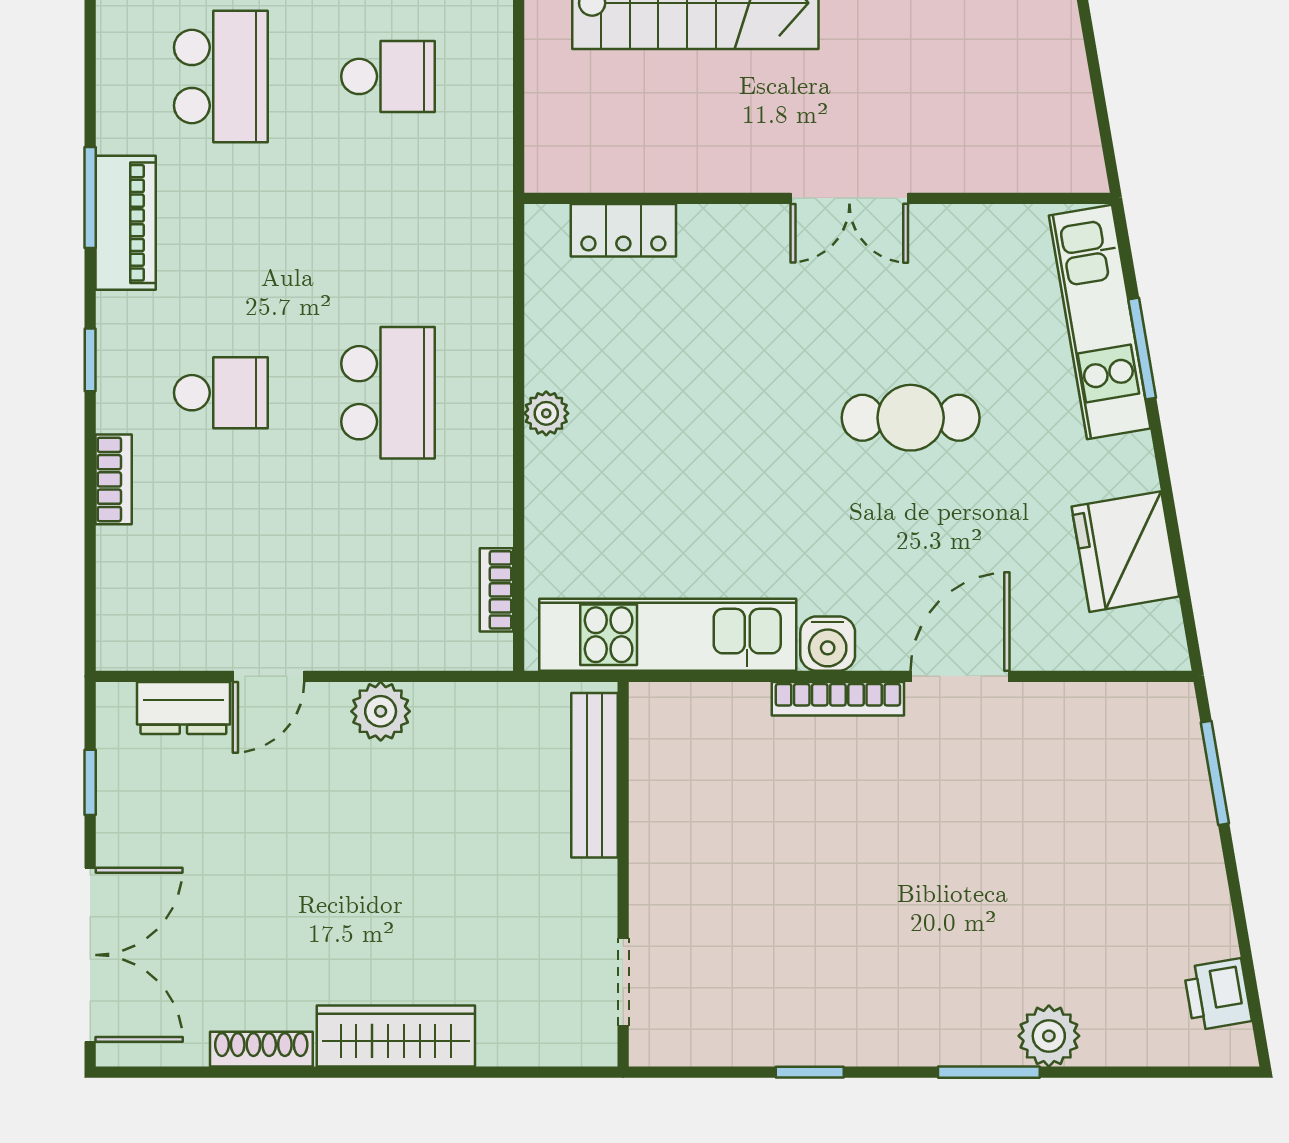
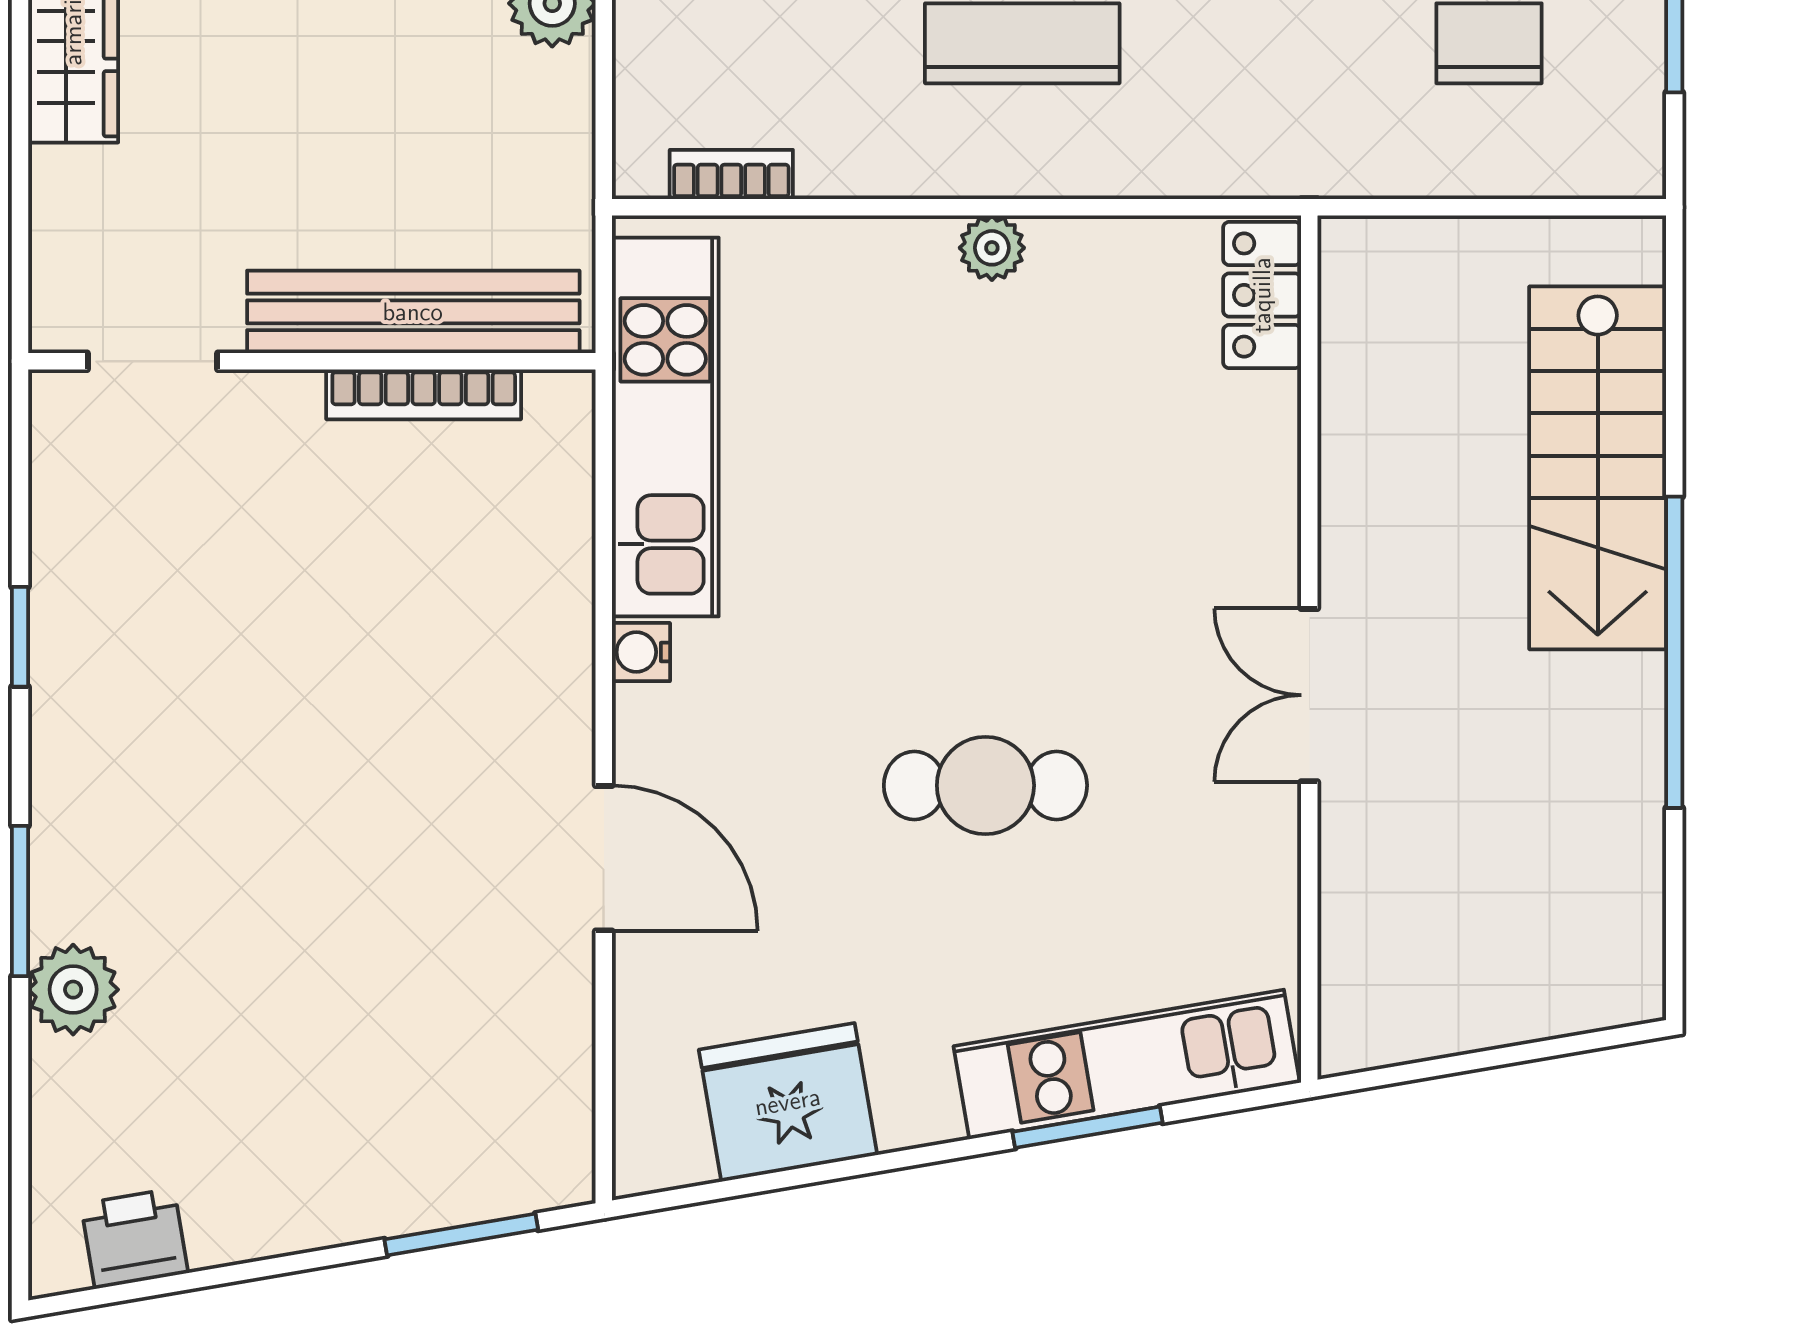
locker: (623, 230) -> (1262, 295), moved
cafe table: (911, 418) -> (985, 785), turned 90
water cooler: (828, 644) -> (641, 652), width x0.72, depth x0.72
bookcase: (838, 699) -> (424, 394), moved, turned -90
bench: (595, 775) -> (413, 312), width x1.37, depth x1.21

